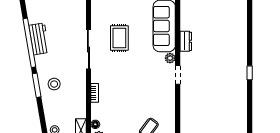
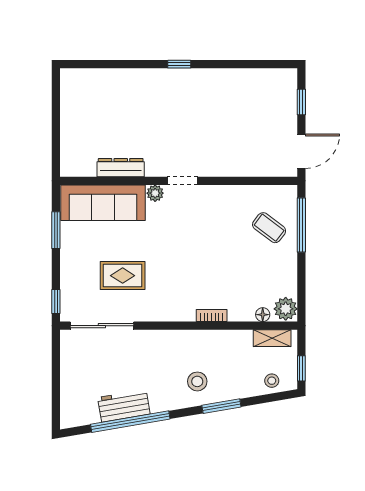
dresser: (186, 41) -> (121, 168), width x1.44
sliding door: (88, 49) -> (102, 326), moved
window: (37, 85) -> (221, 406), moved

